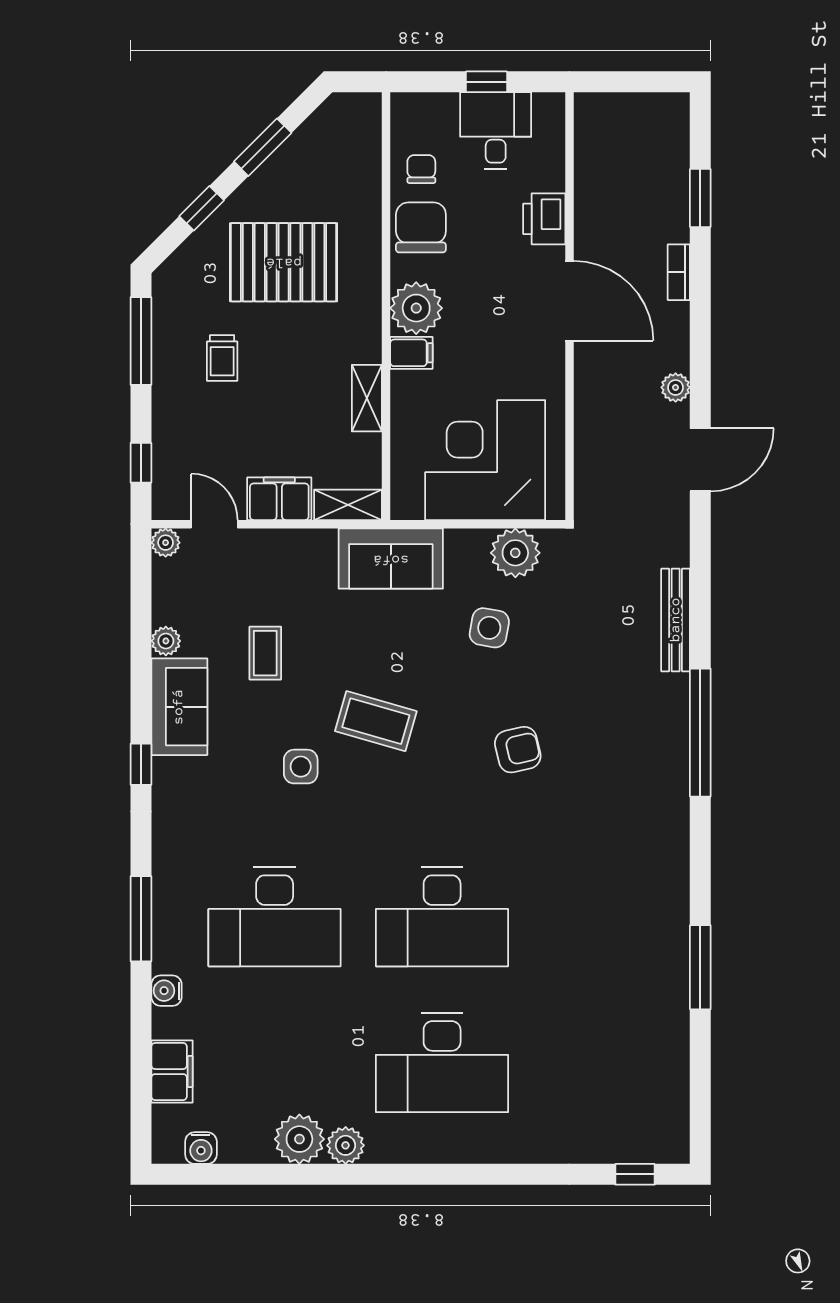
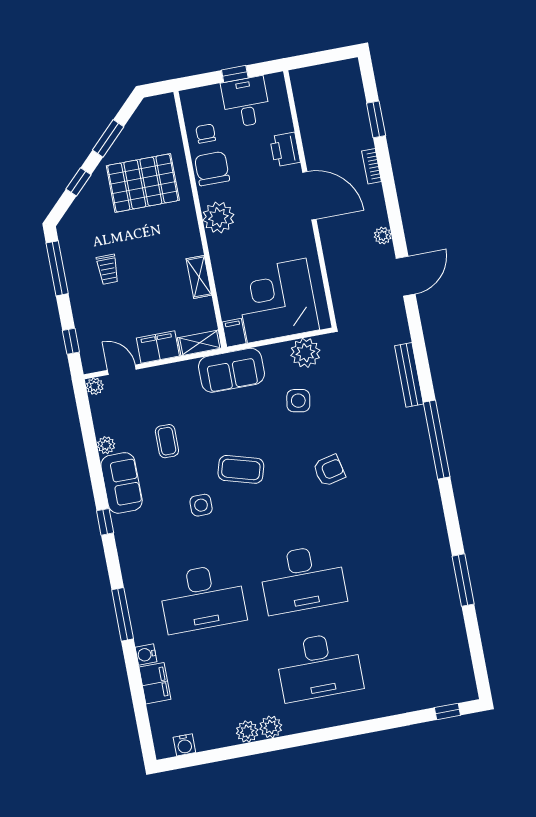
pallet: (284, 262) -> (143, 183), moved
filing cabinet: (411, 353) -> (234, 333), moved, turned -90
filing cabinet: (172, 1072) -> (155, 683), moved
plant: (299, 1139) -> (247, 732), width x0.73, depth x0.73

